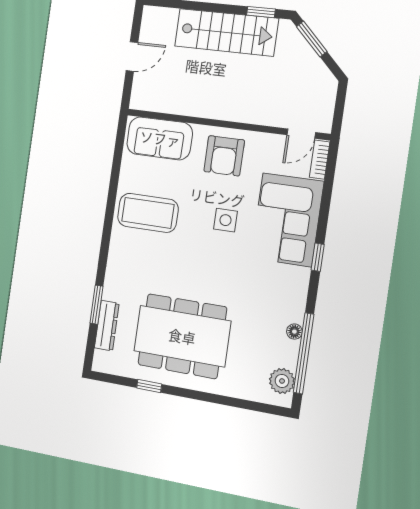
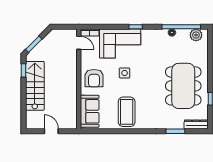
armchair: (224, 156) -> (94, 78), turned 90
dresser: (107, 326) -> (196, 124), moved

